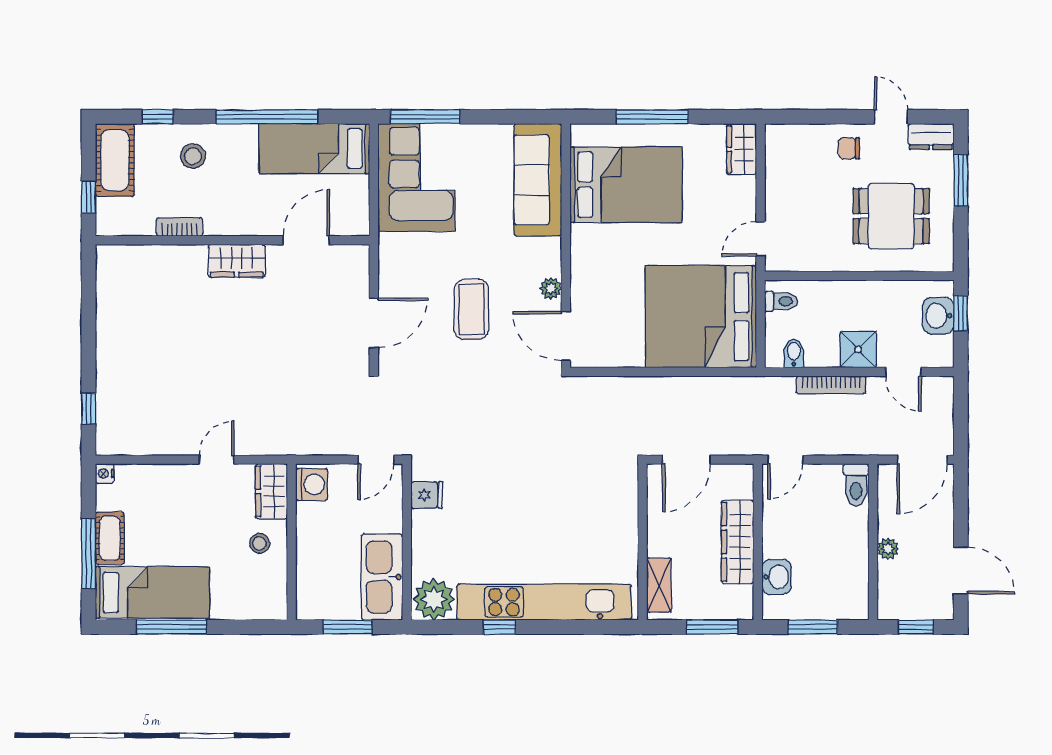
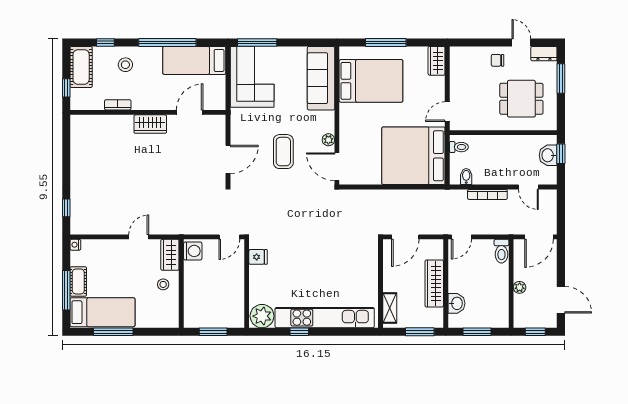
shower: (858, 349) -> (503, 174), removed
kitchen sink: (382, 577) -> (233, 303), removed

